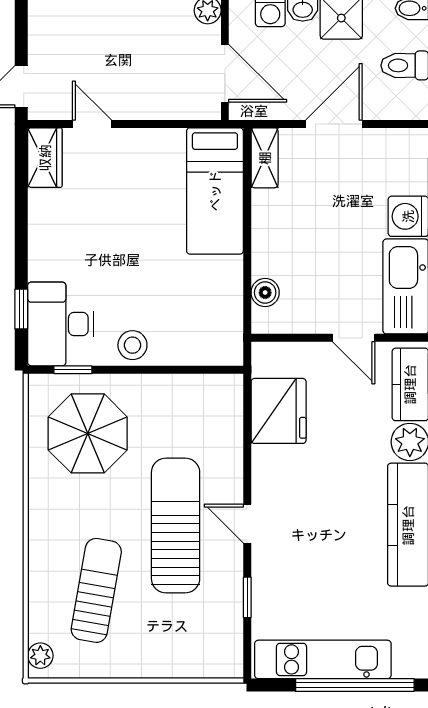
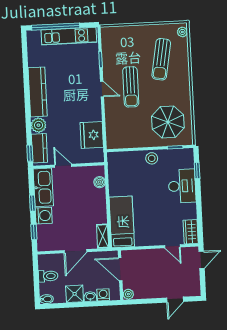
desk: (61, 324) -> (182, 186), moved
sun lounger: (176, 526) -> (131, 87), width x0.73, depth x0.75

